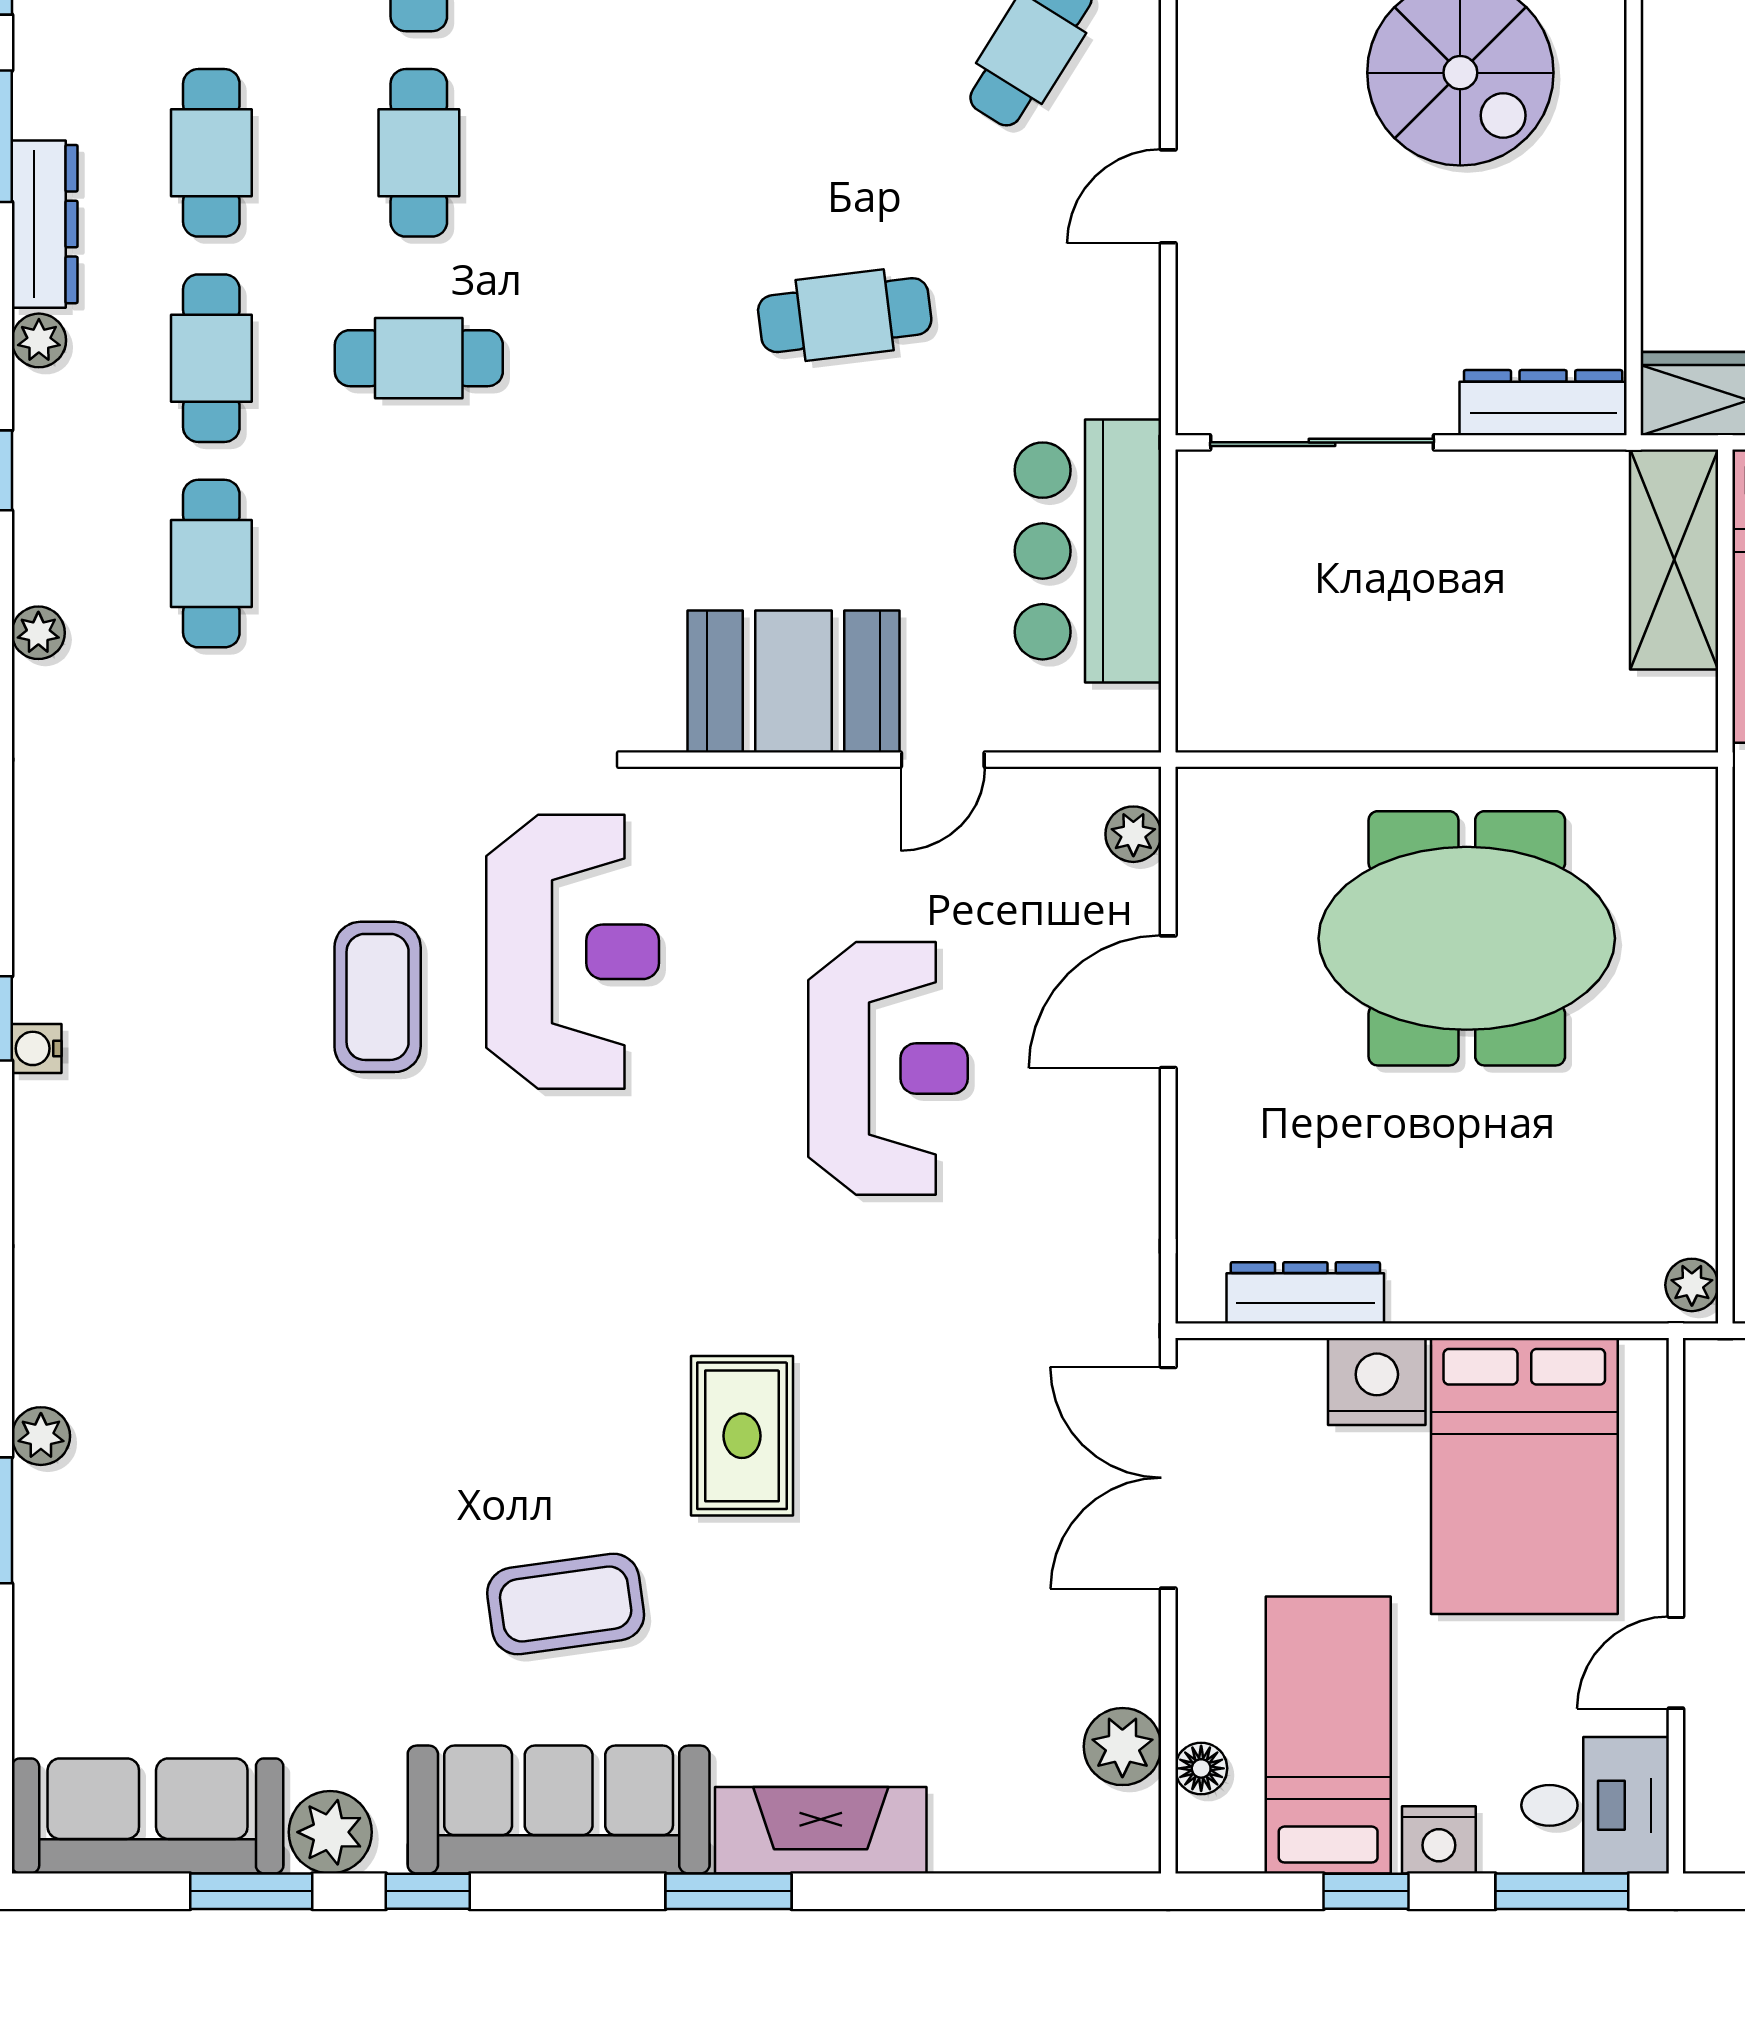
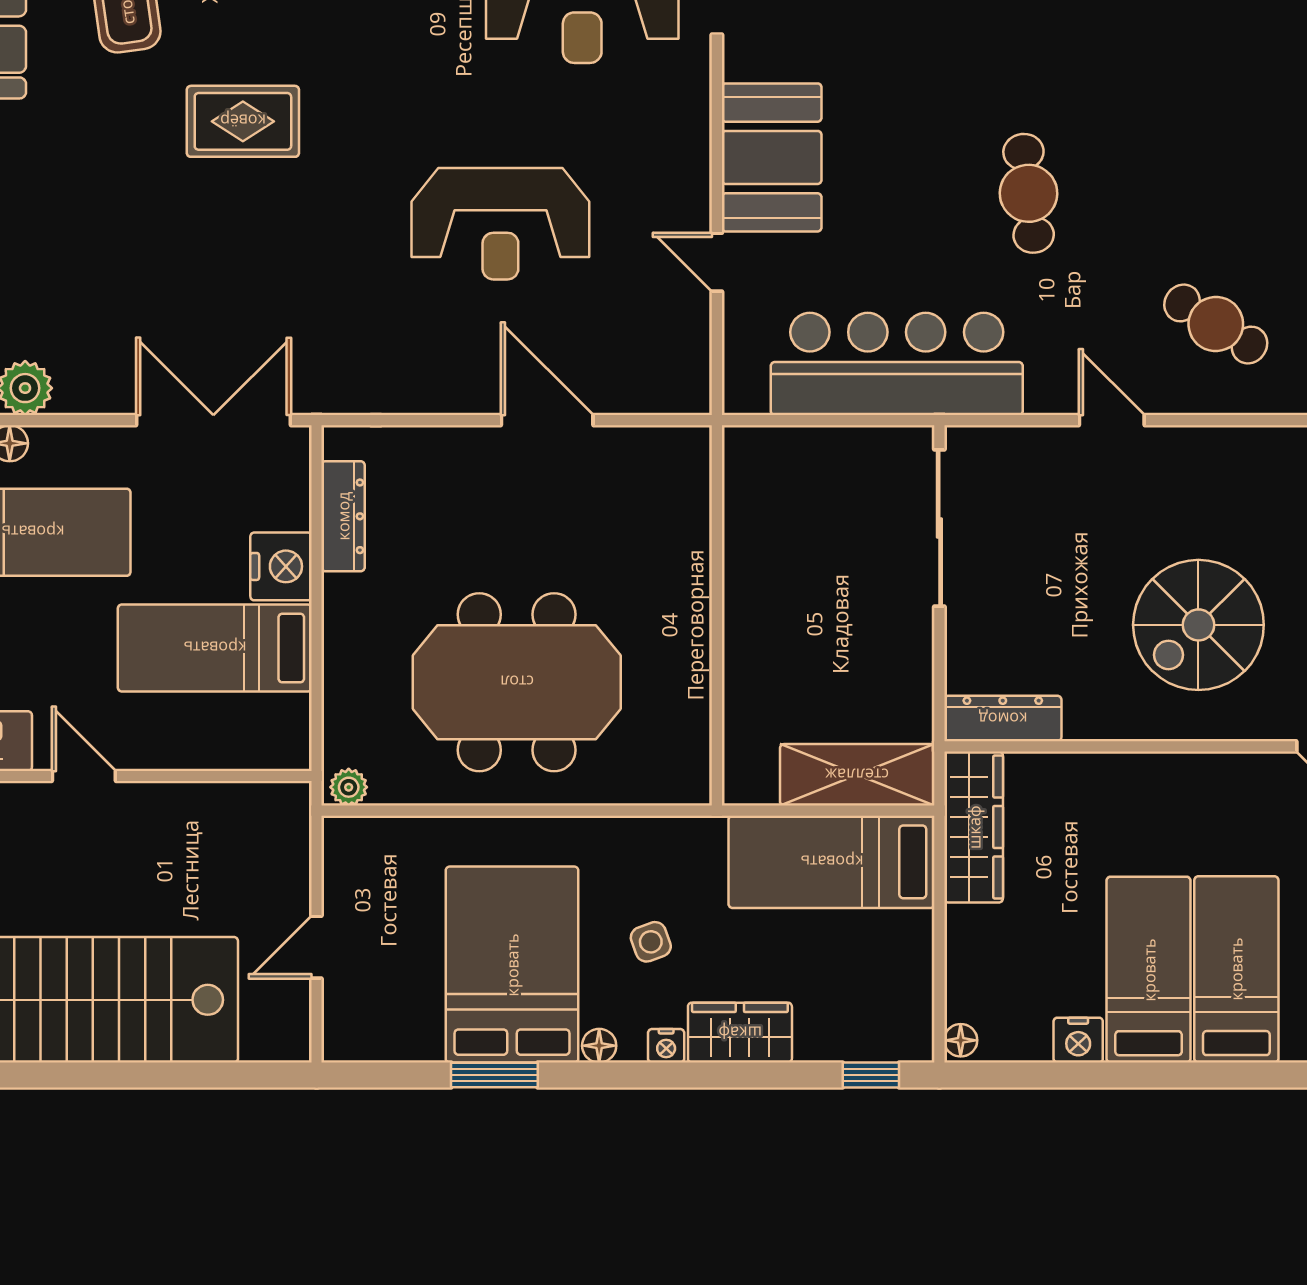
dresser: (1543, 403) -> (1003, 719), moved, turned -90
bar counter: (1088, 551) -> (897, 364), width x1.36
plant: (1133, 834) -> (665, 396), removed
meeting table: (1467, 938) -> (517, 682), moved, turned 90
bed: (1524, 1476) -> (215, 648), width x0.67

